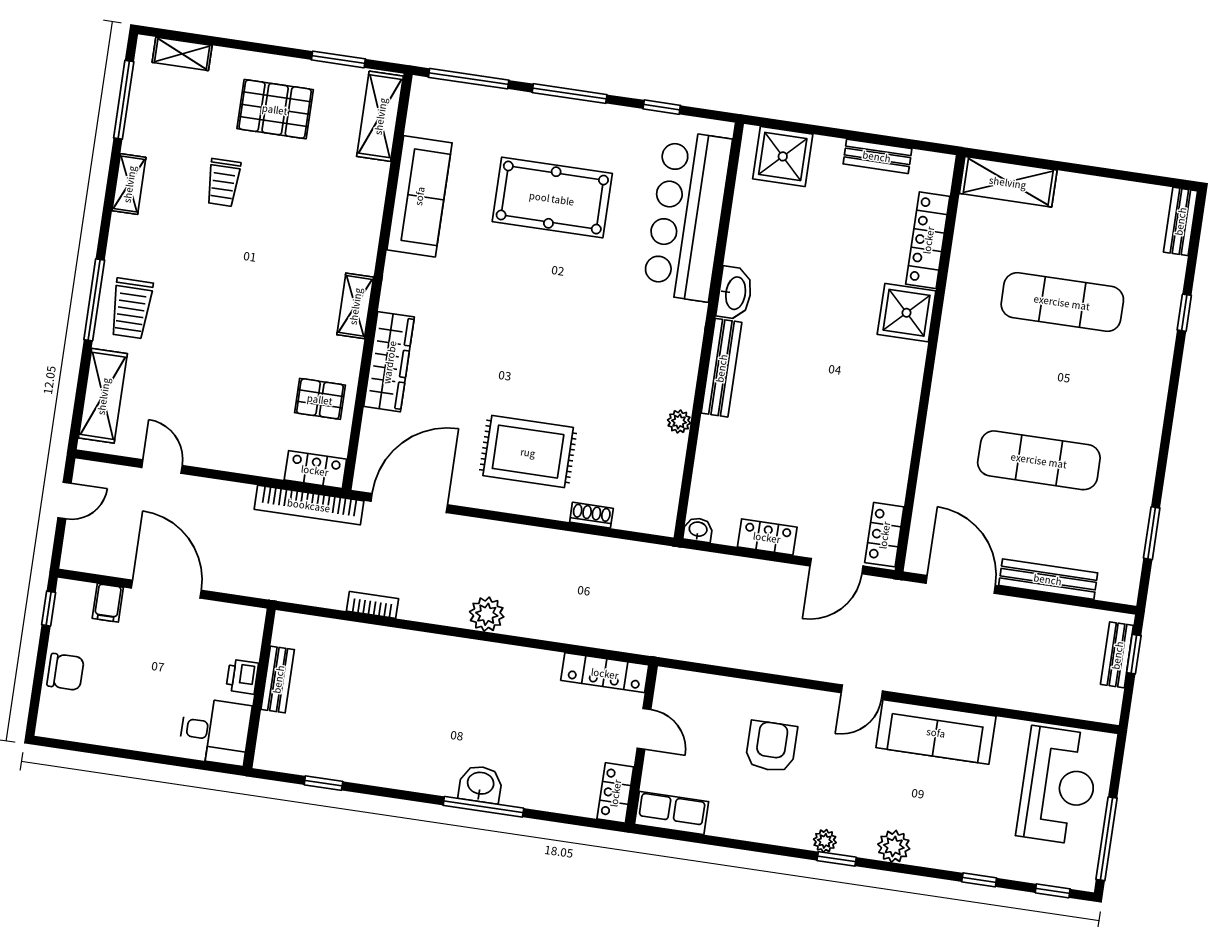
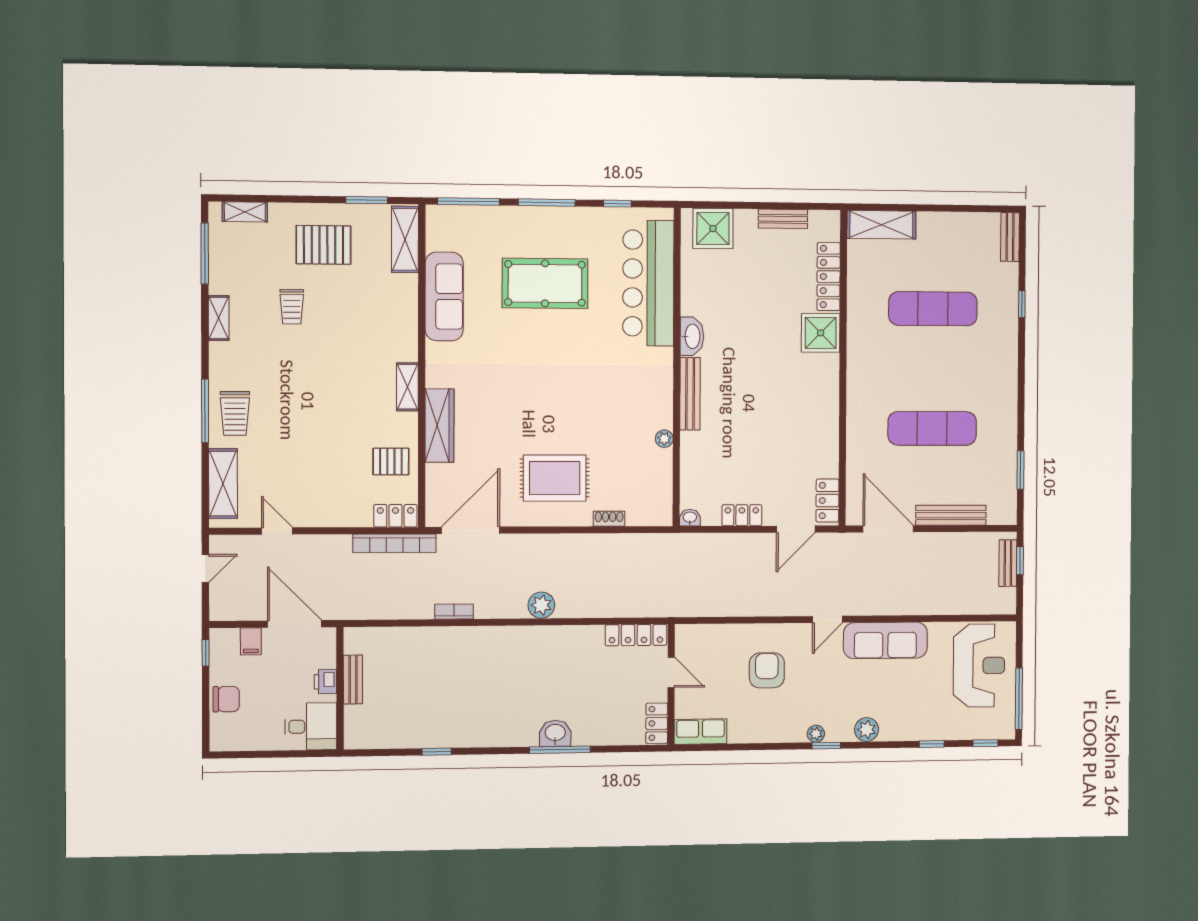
printer: (242, 677) -> (325, 682), moved
bench: (278, 679) -> (353, 680), moved
wall: (259, 688) -> (340, 688), moved
desk: (215, 731) -> (311, 726), moved

